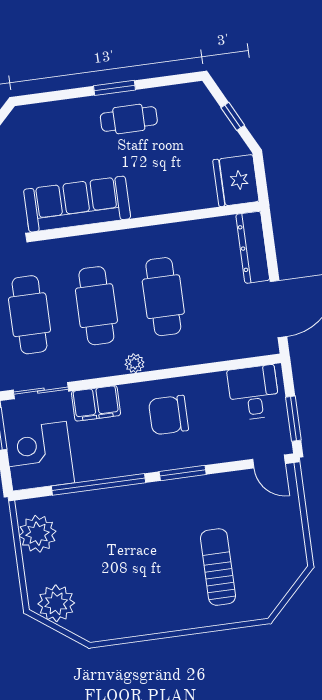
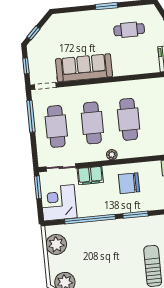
cafe table: (129, 119) -> (129, 30), moved

